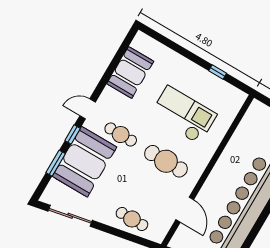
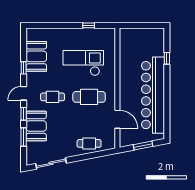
window: (106, 77) -> (24, 68), added
booth: (84, 162) -> (36, 126), width x0.73, depth x0.70

